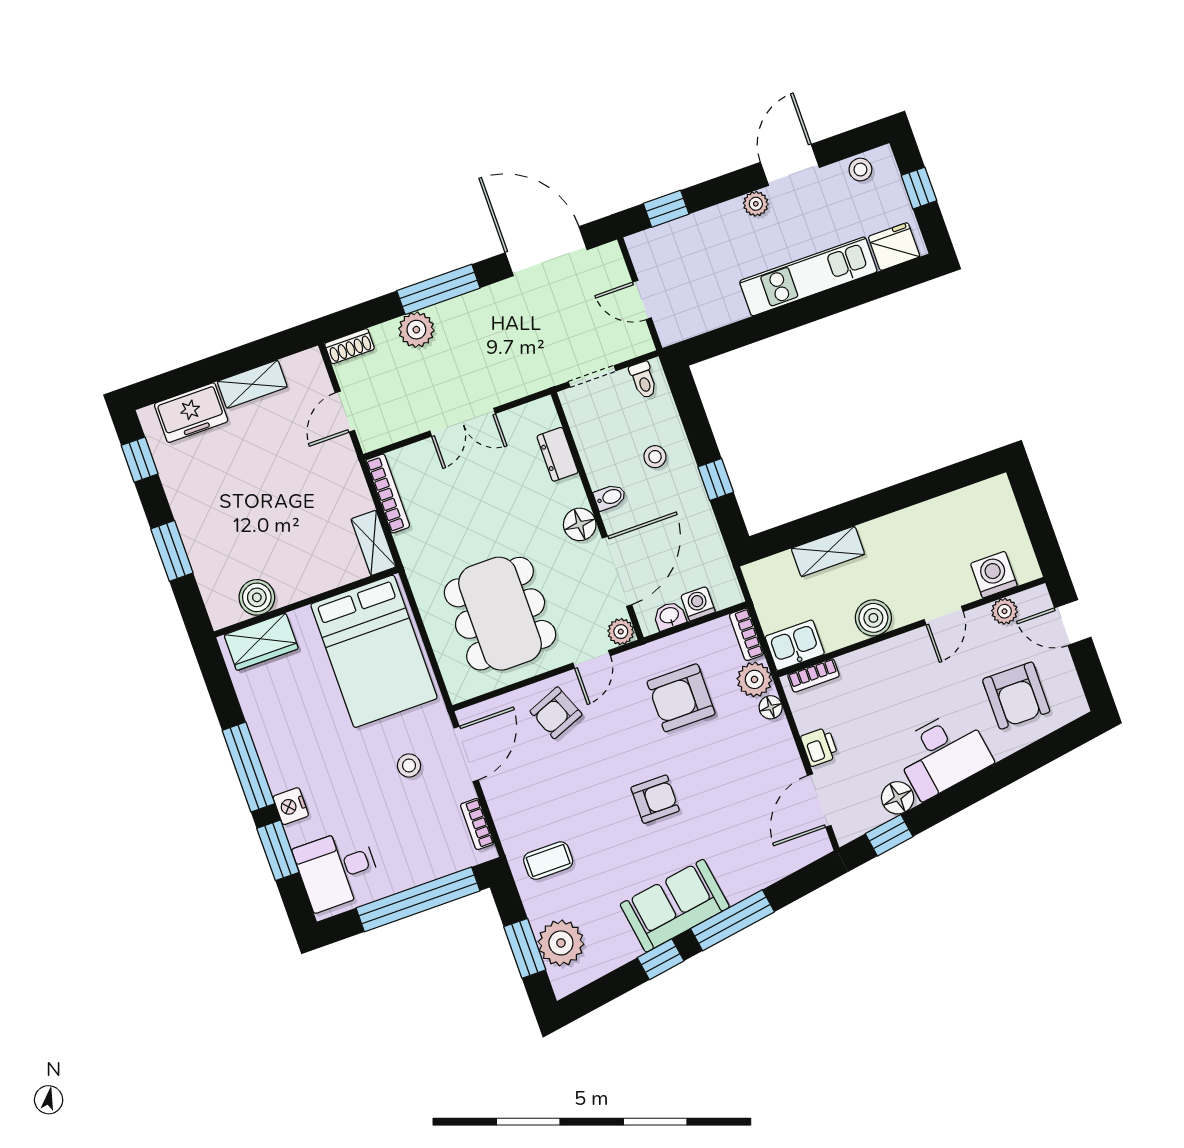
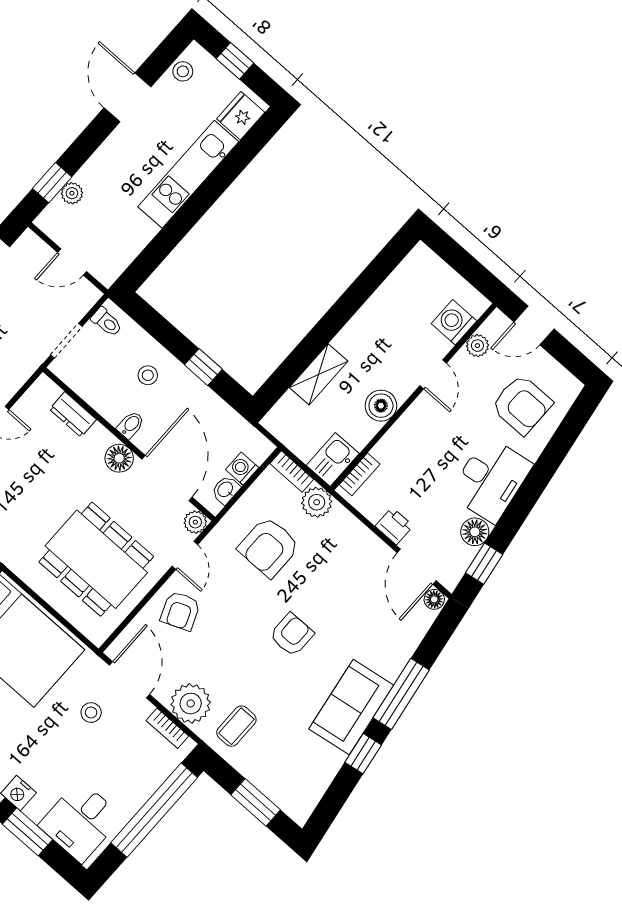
plant: (756, 204) -> (72, 193), moved
floor lamp: (771, 707) -> (434, 599), moved
plant: (561, 943) -> (191, 703), moved

